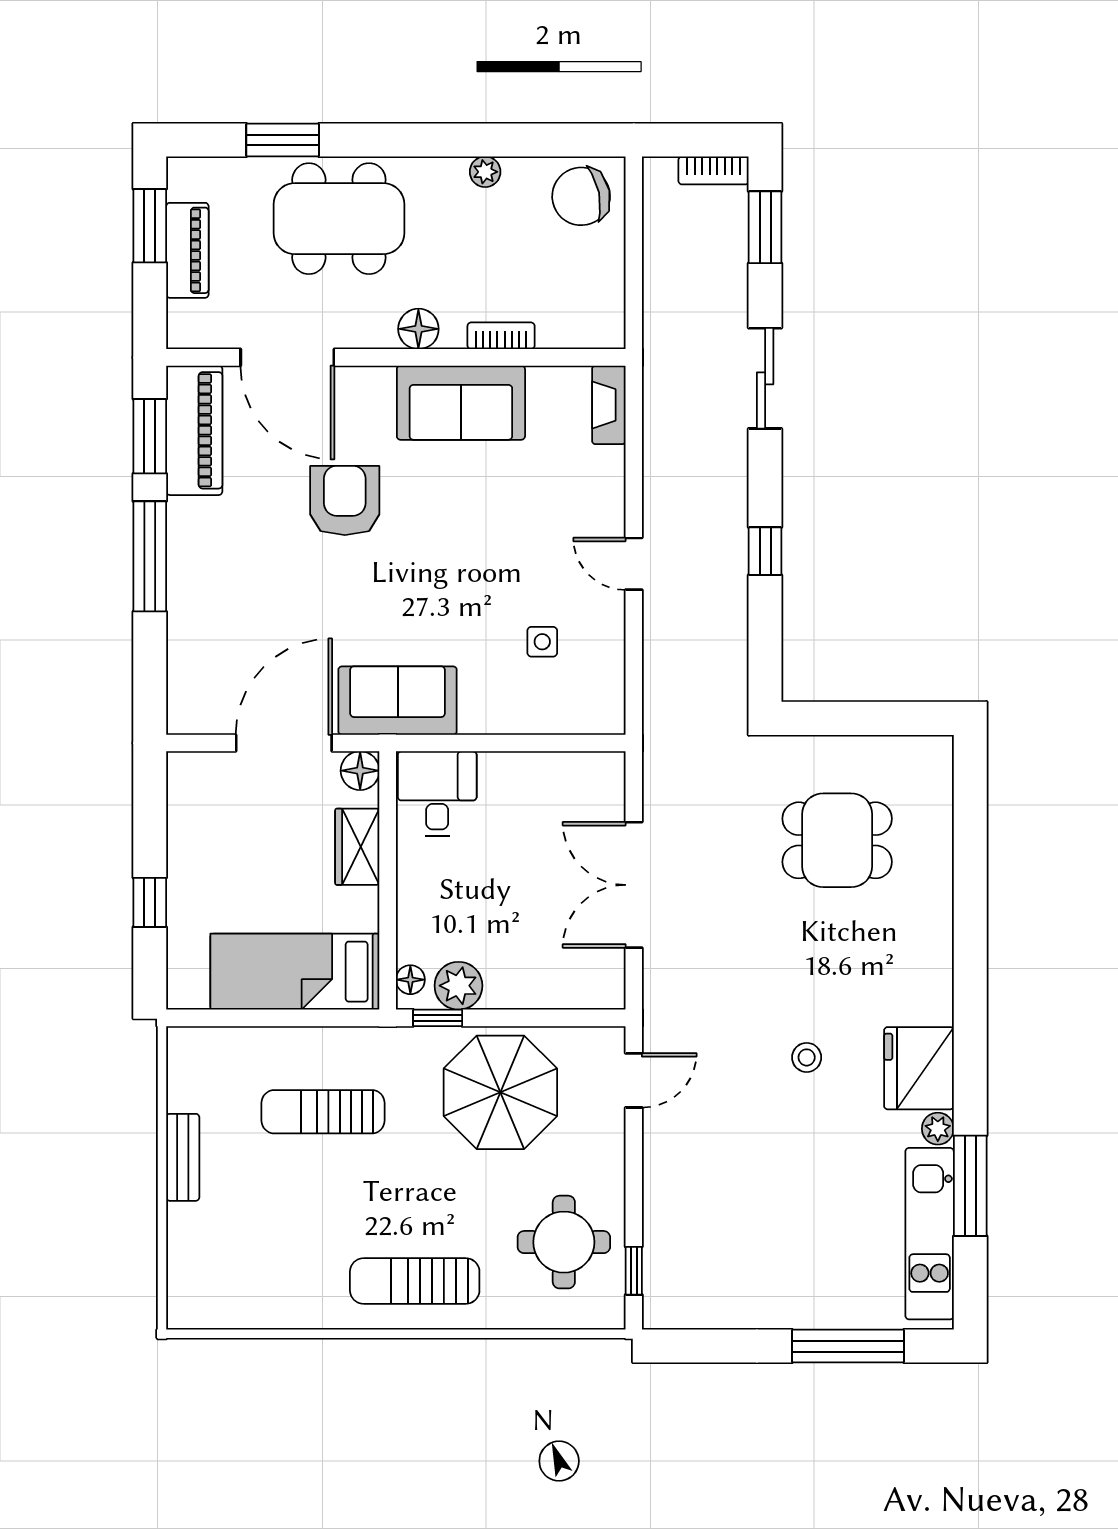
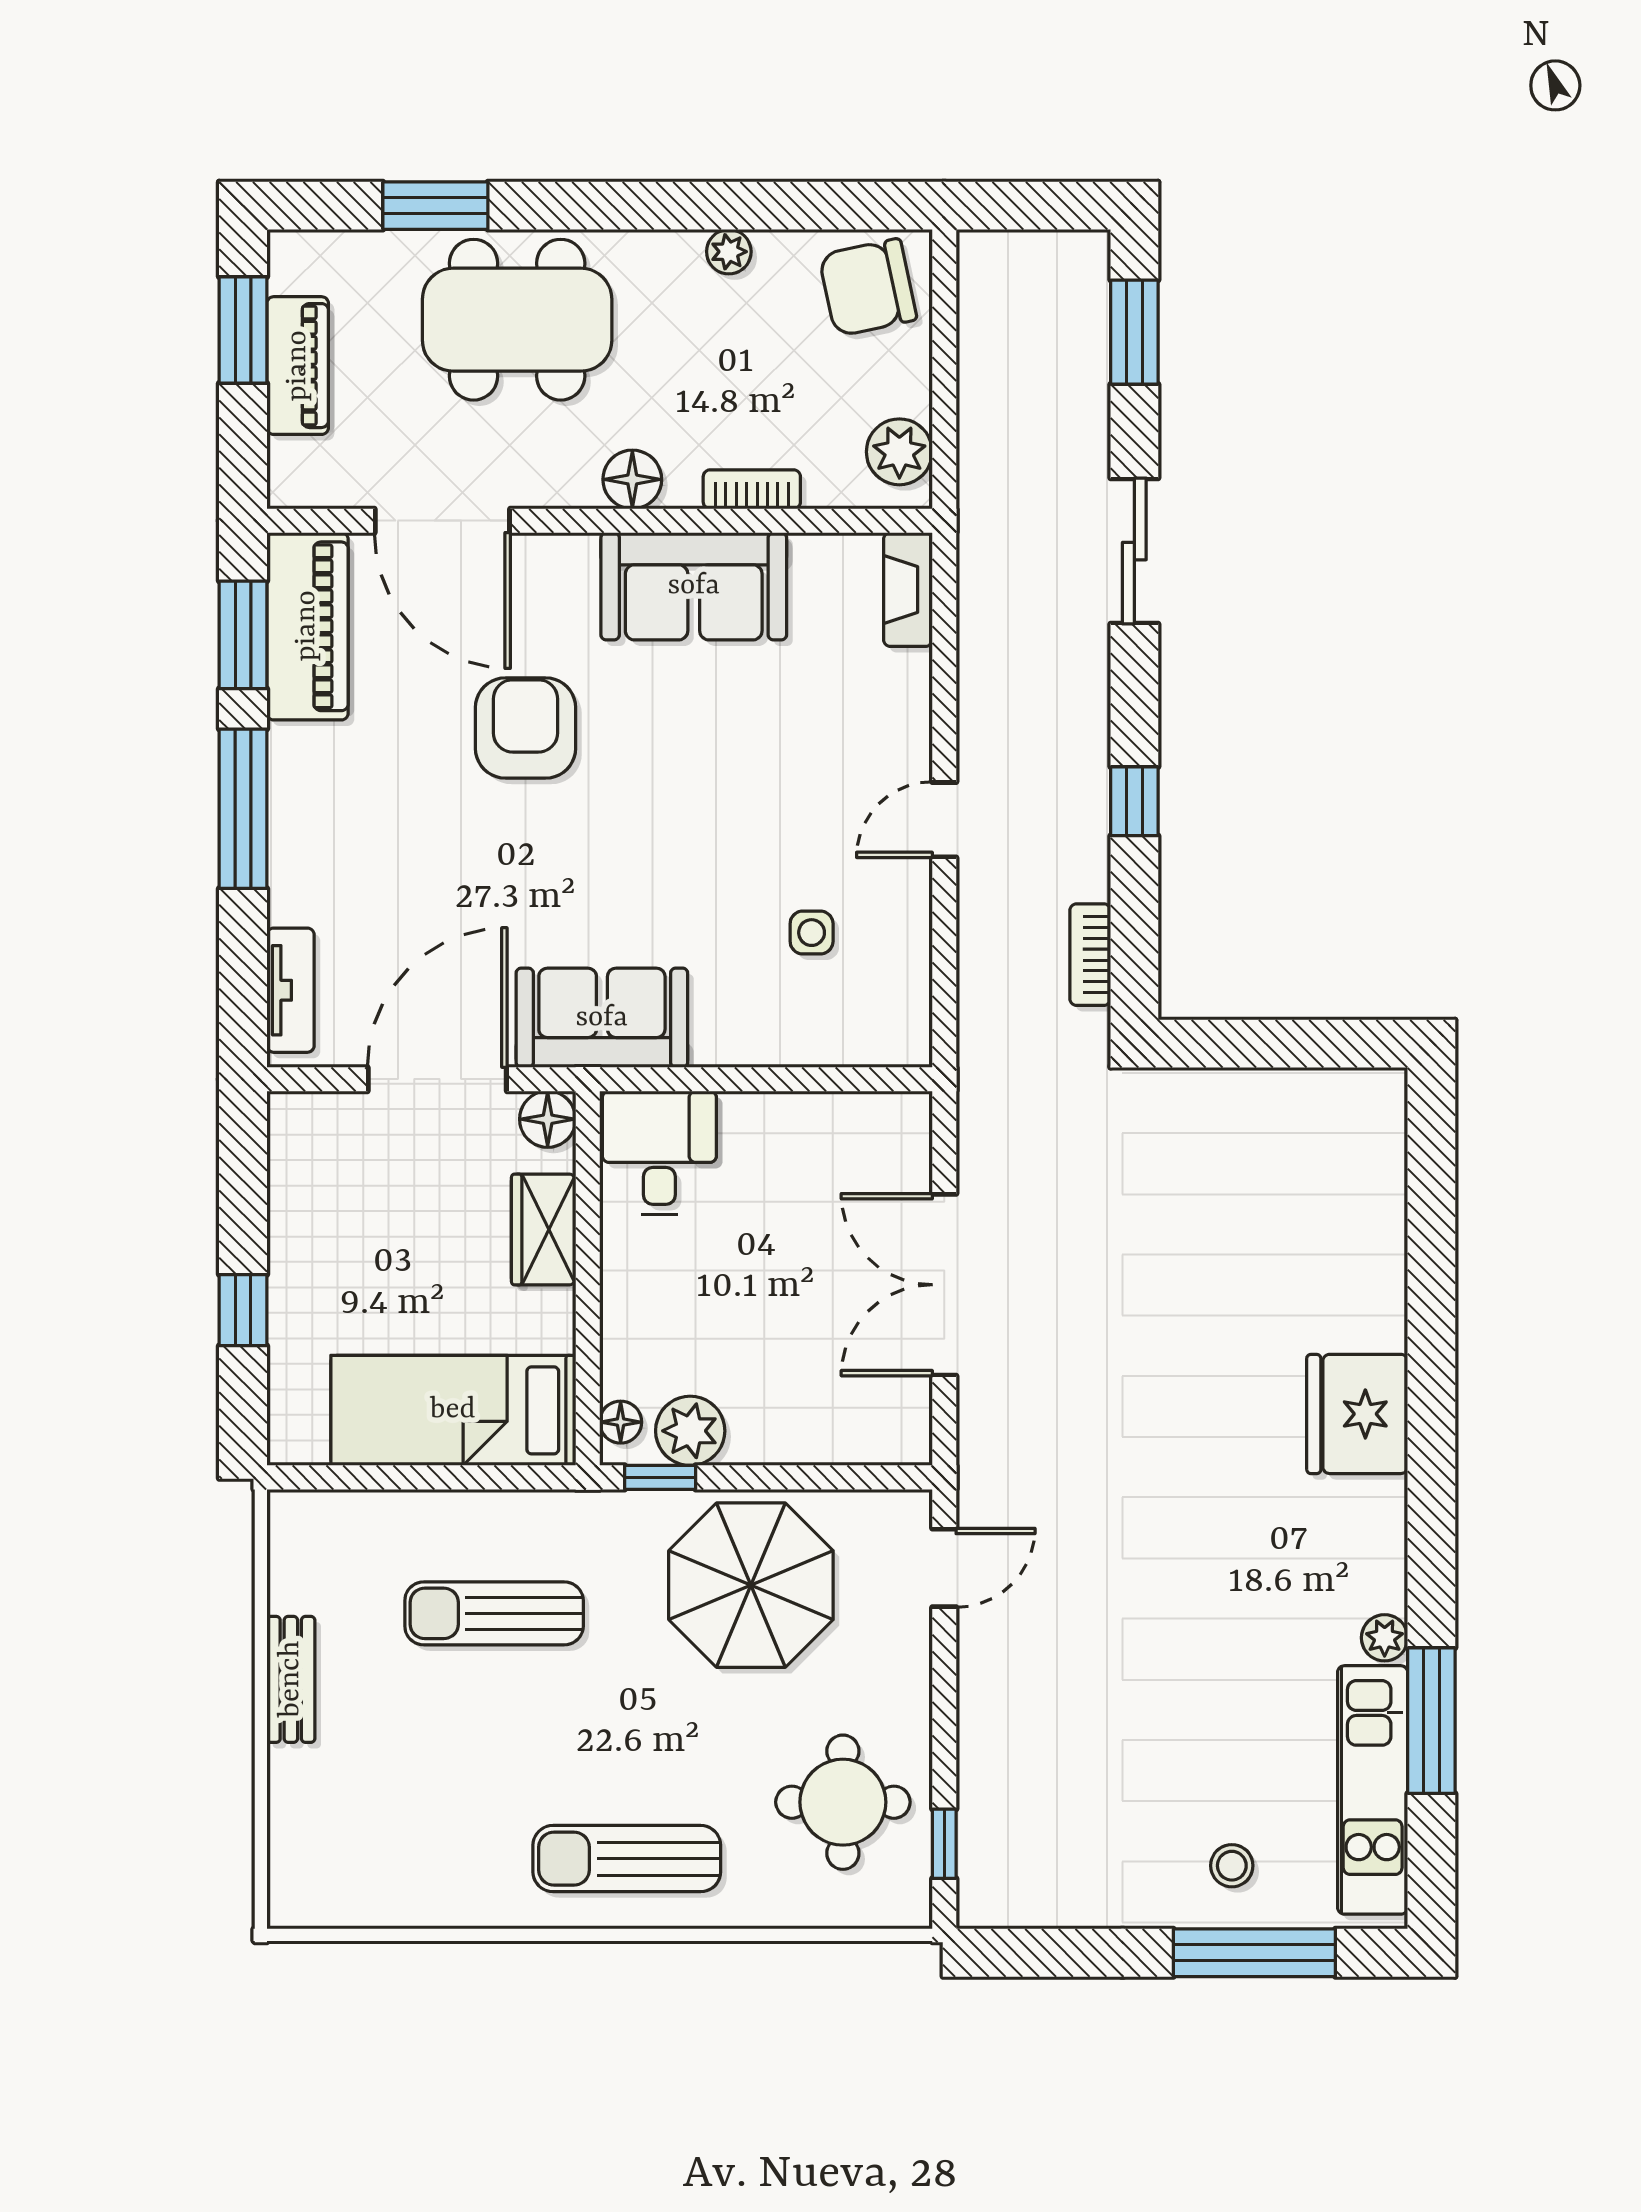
bookcase: (714, 170) -> (1090, 955), moved, turned 90
plant: (603, 310) -> (899, 452), added
door: (634, 564) -> (944, 820), hinge flipped
tv unit: (183, 682) -> (290, 990), added
dining table: (837, 840) -> (1239, 1220), removed
stool: (807, 1057) -> (1232, 1866), moved
fridge: (919, 1068) -> (1357, 1414), moved

